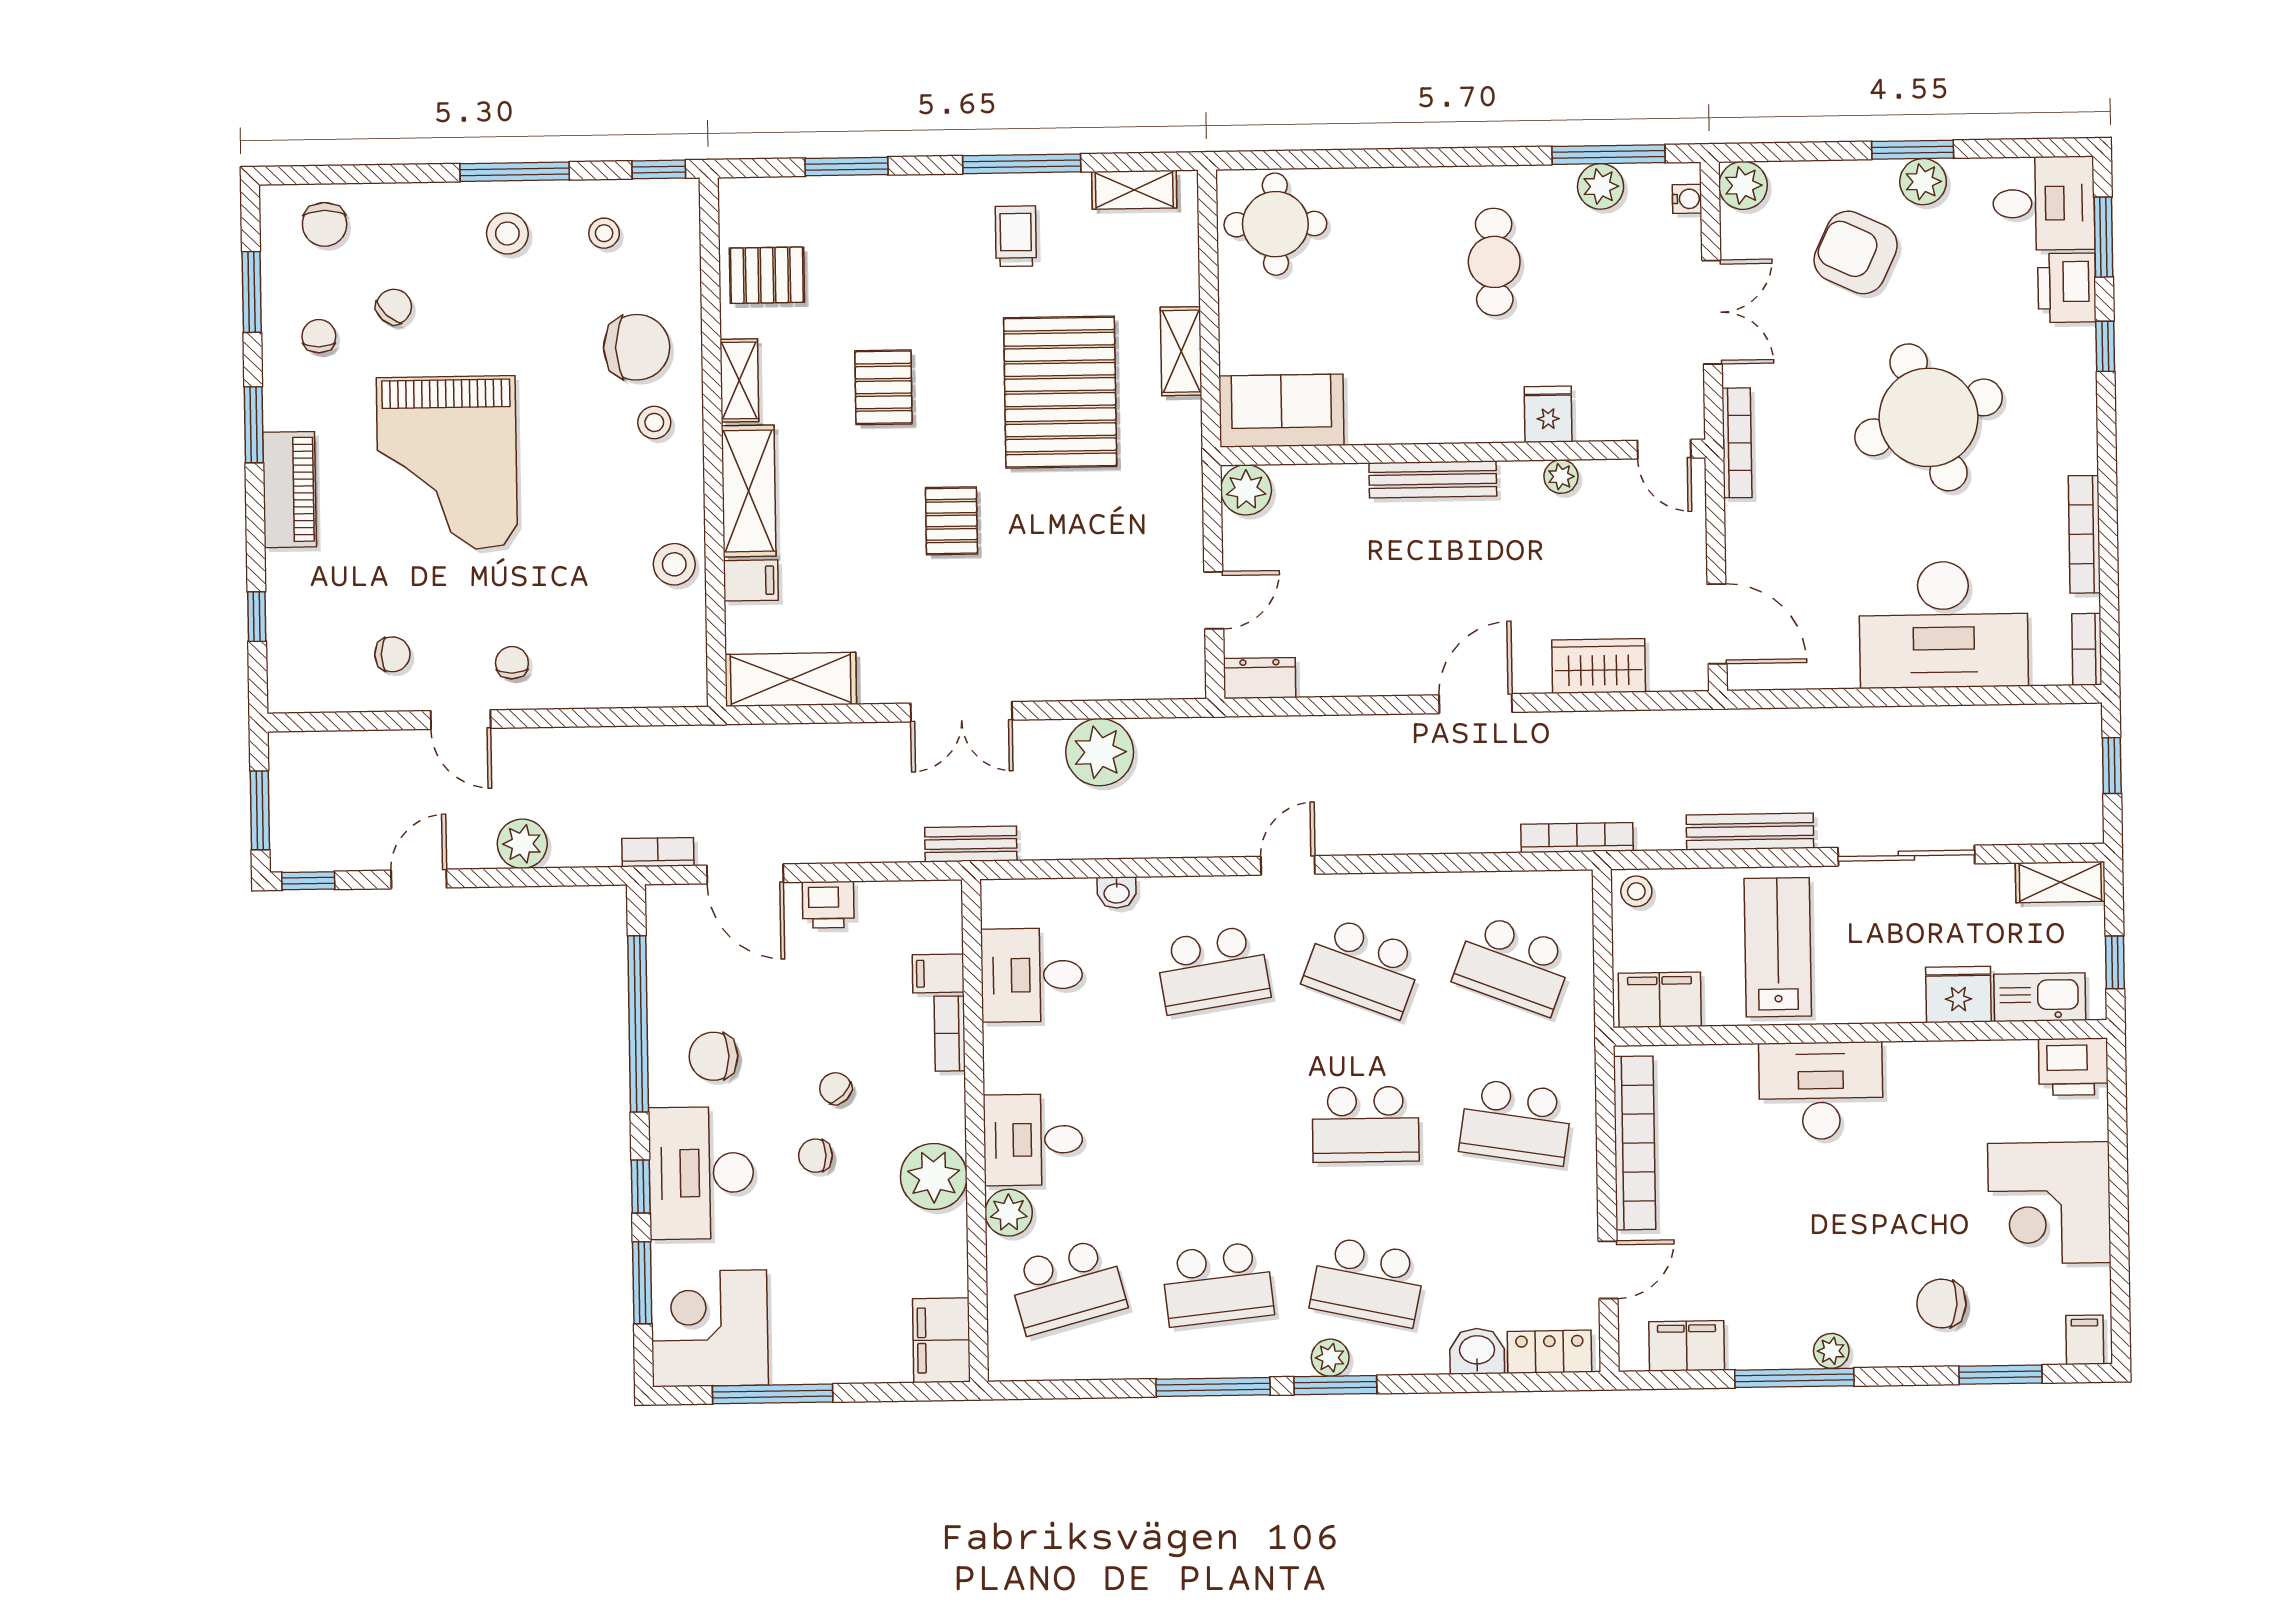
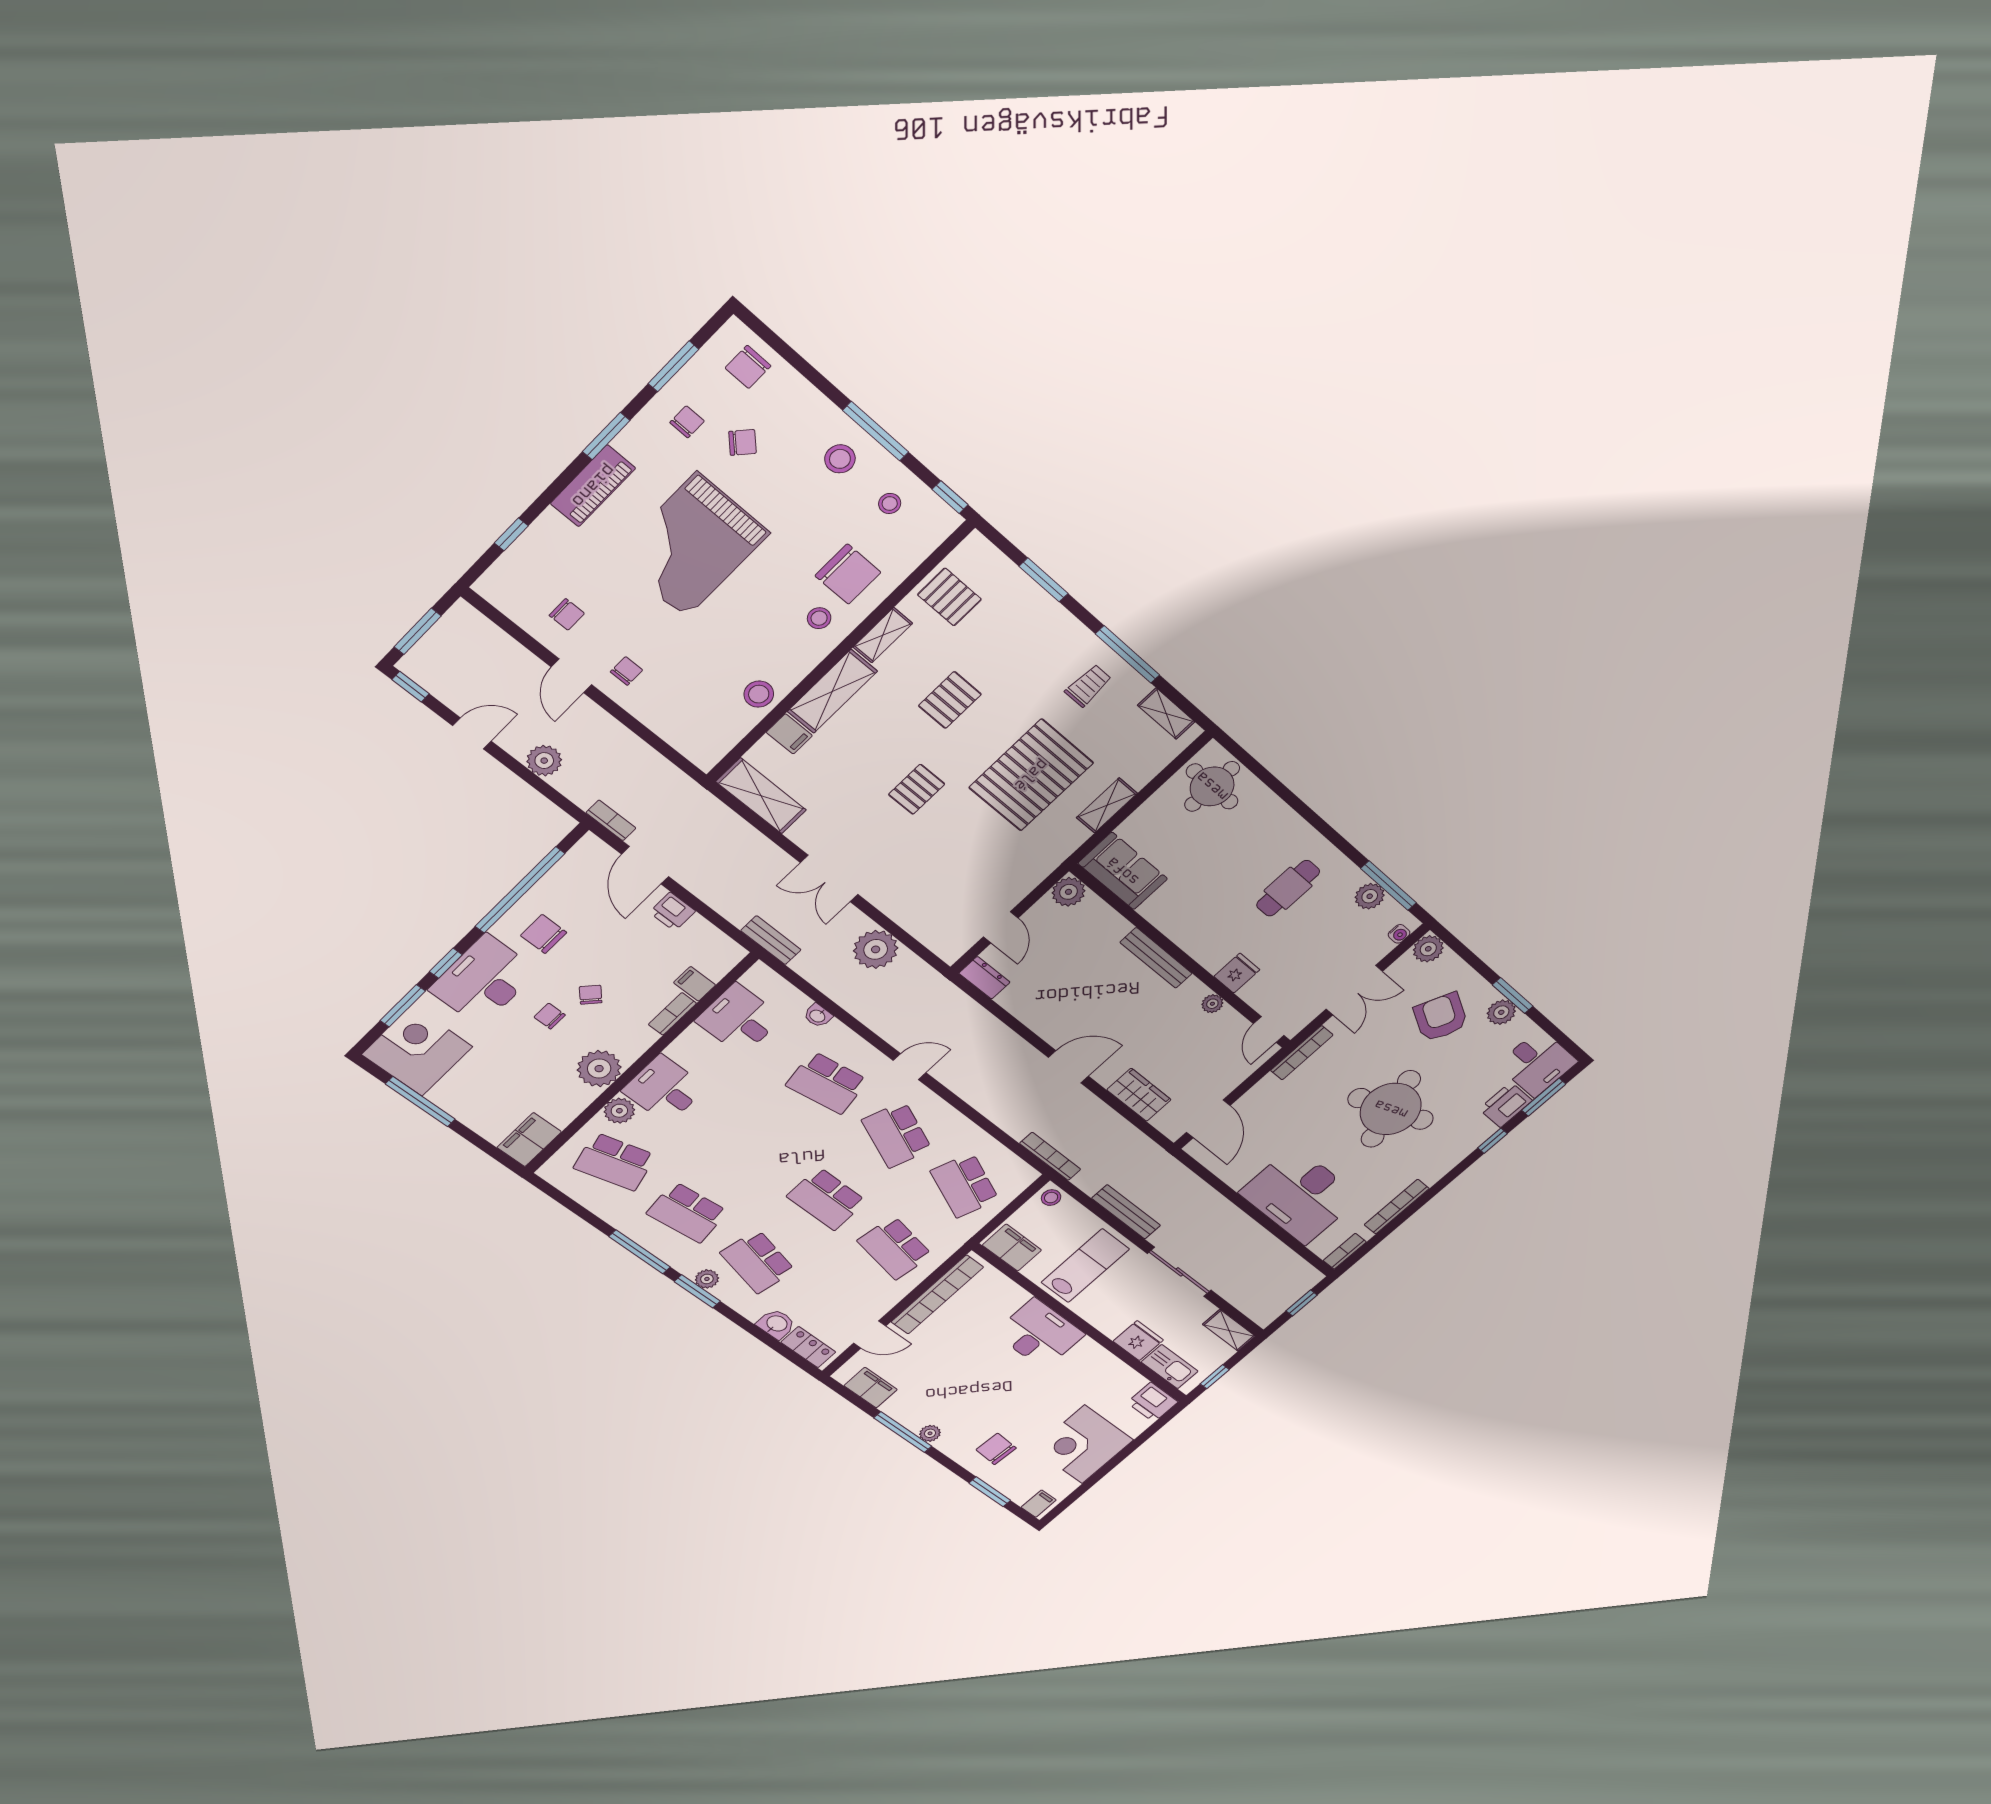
door: (1214, 600) -> (1001, 927), hinge flipped

